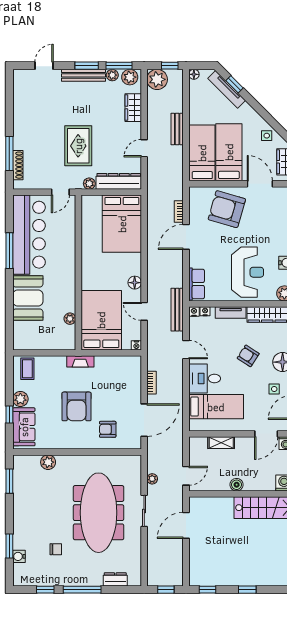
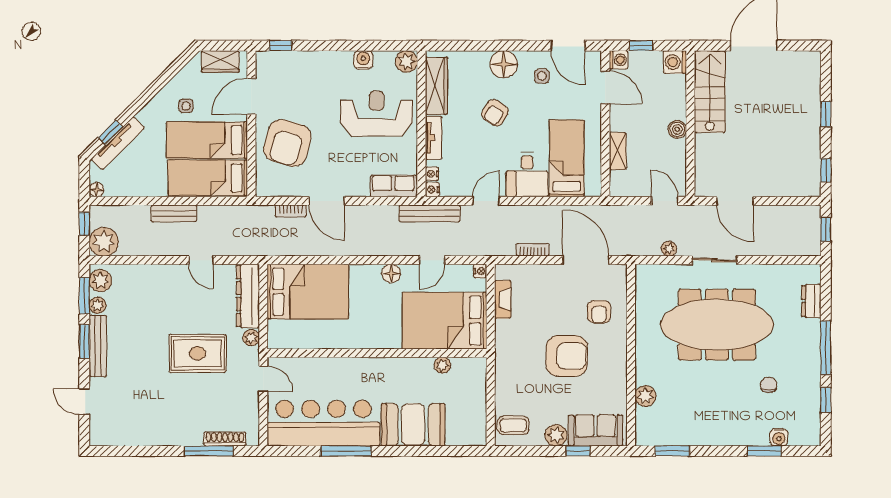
wardrobe: (133, 108) -> (144, 276), removed
side table: (267, 136) -> (186, 106), moved
fireplace: (80, 361) -> (503, 299), moved

